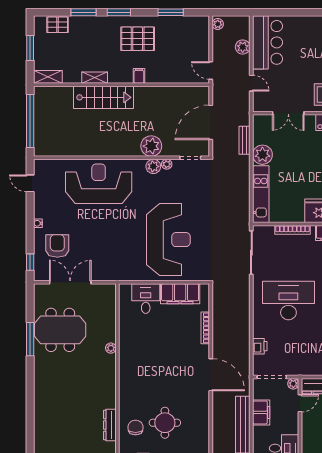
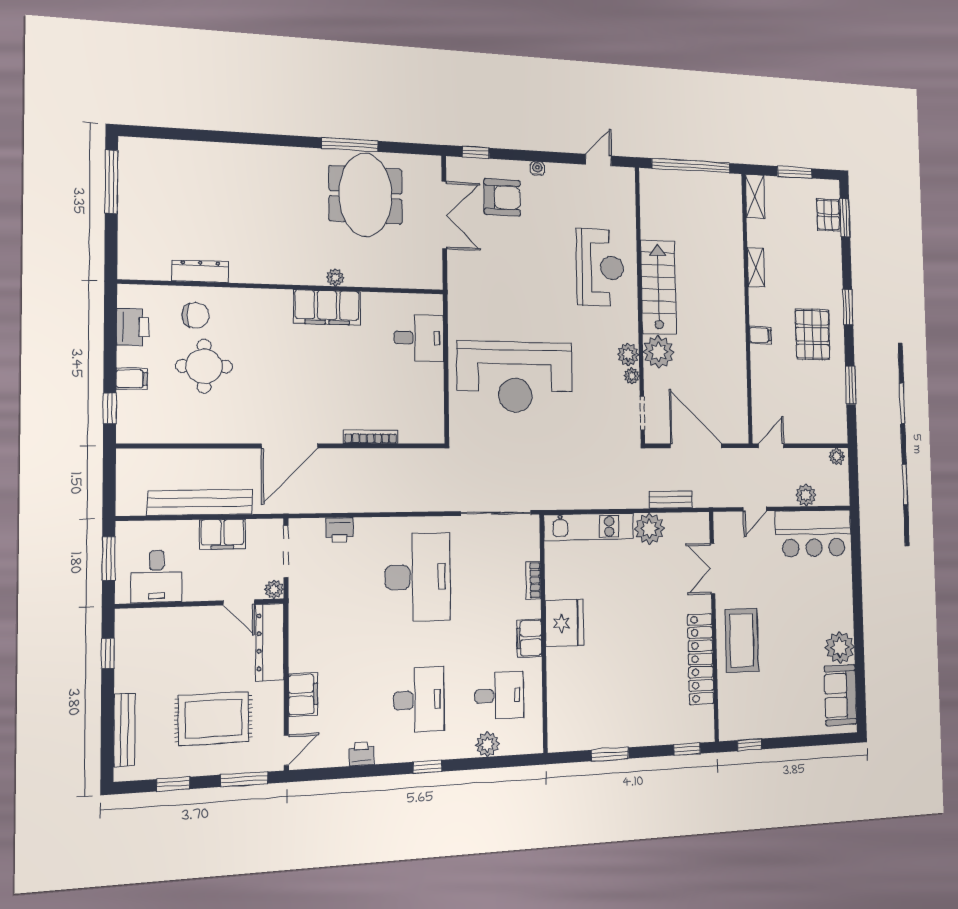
window: (83, 12) -> (845, 218), moved
stairs: (104, 97) -> (658, 287), moved, turned 180
reception desk: (99, 184) -> (600, 267), width x0.74, depth x0.77
bookcase: (292, 230) -> (533, 580), width x0.64
filing cabinet: (180, 294) -> (327, 307), moved, turned -90

